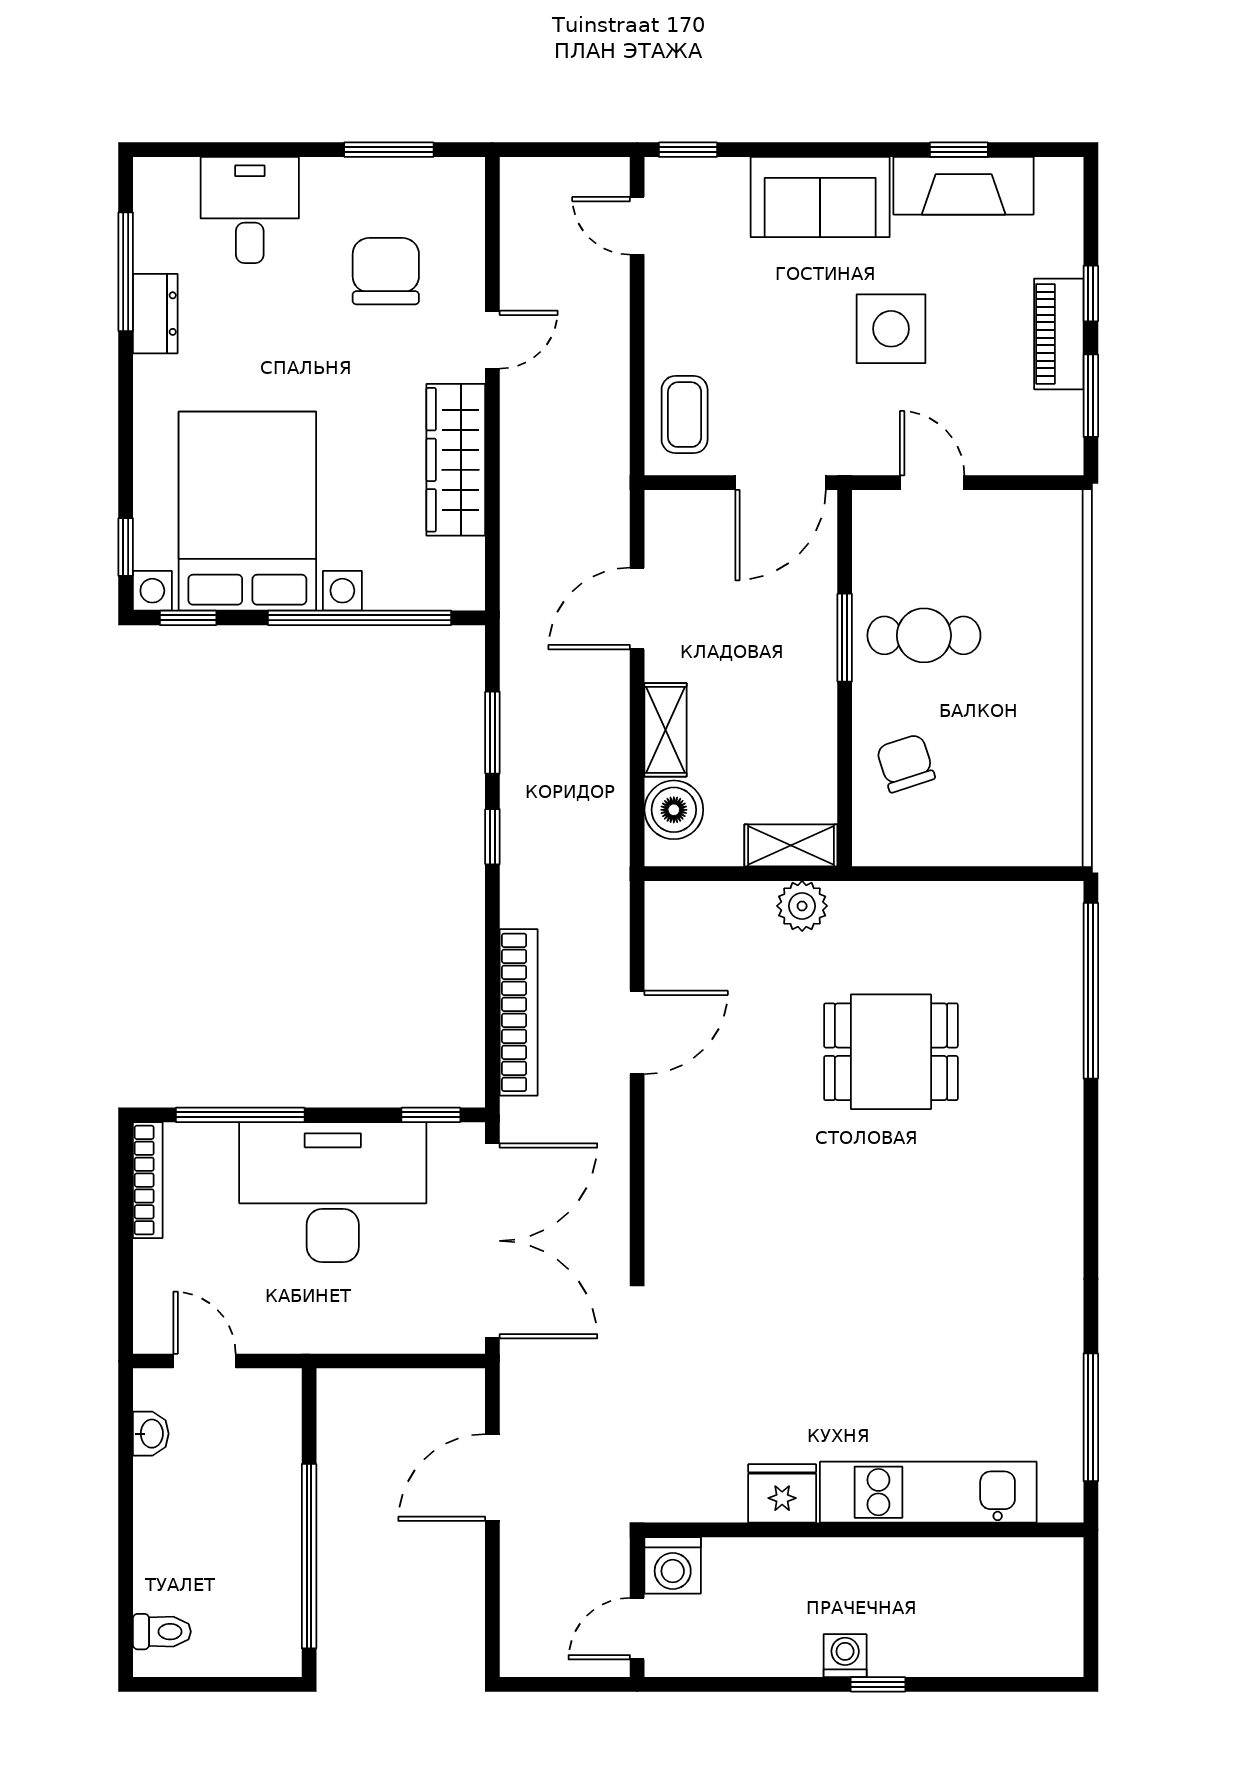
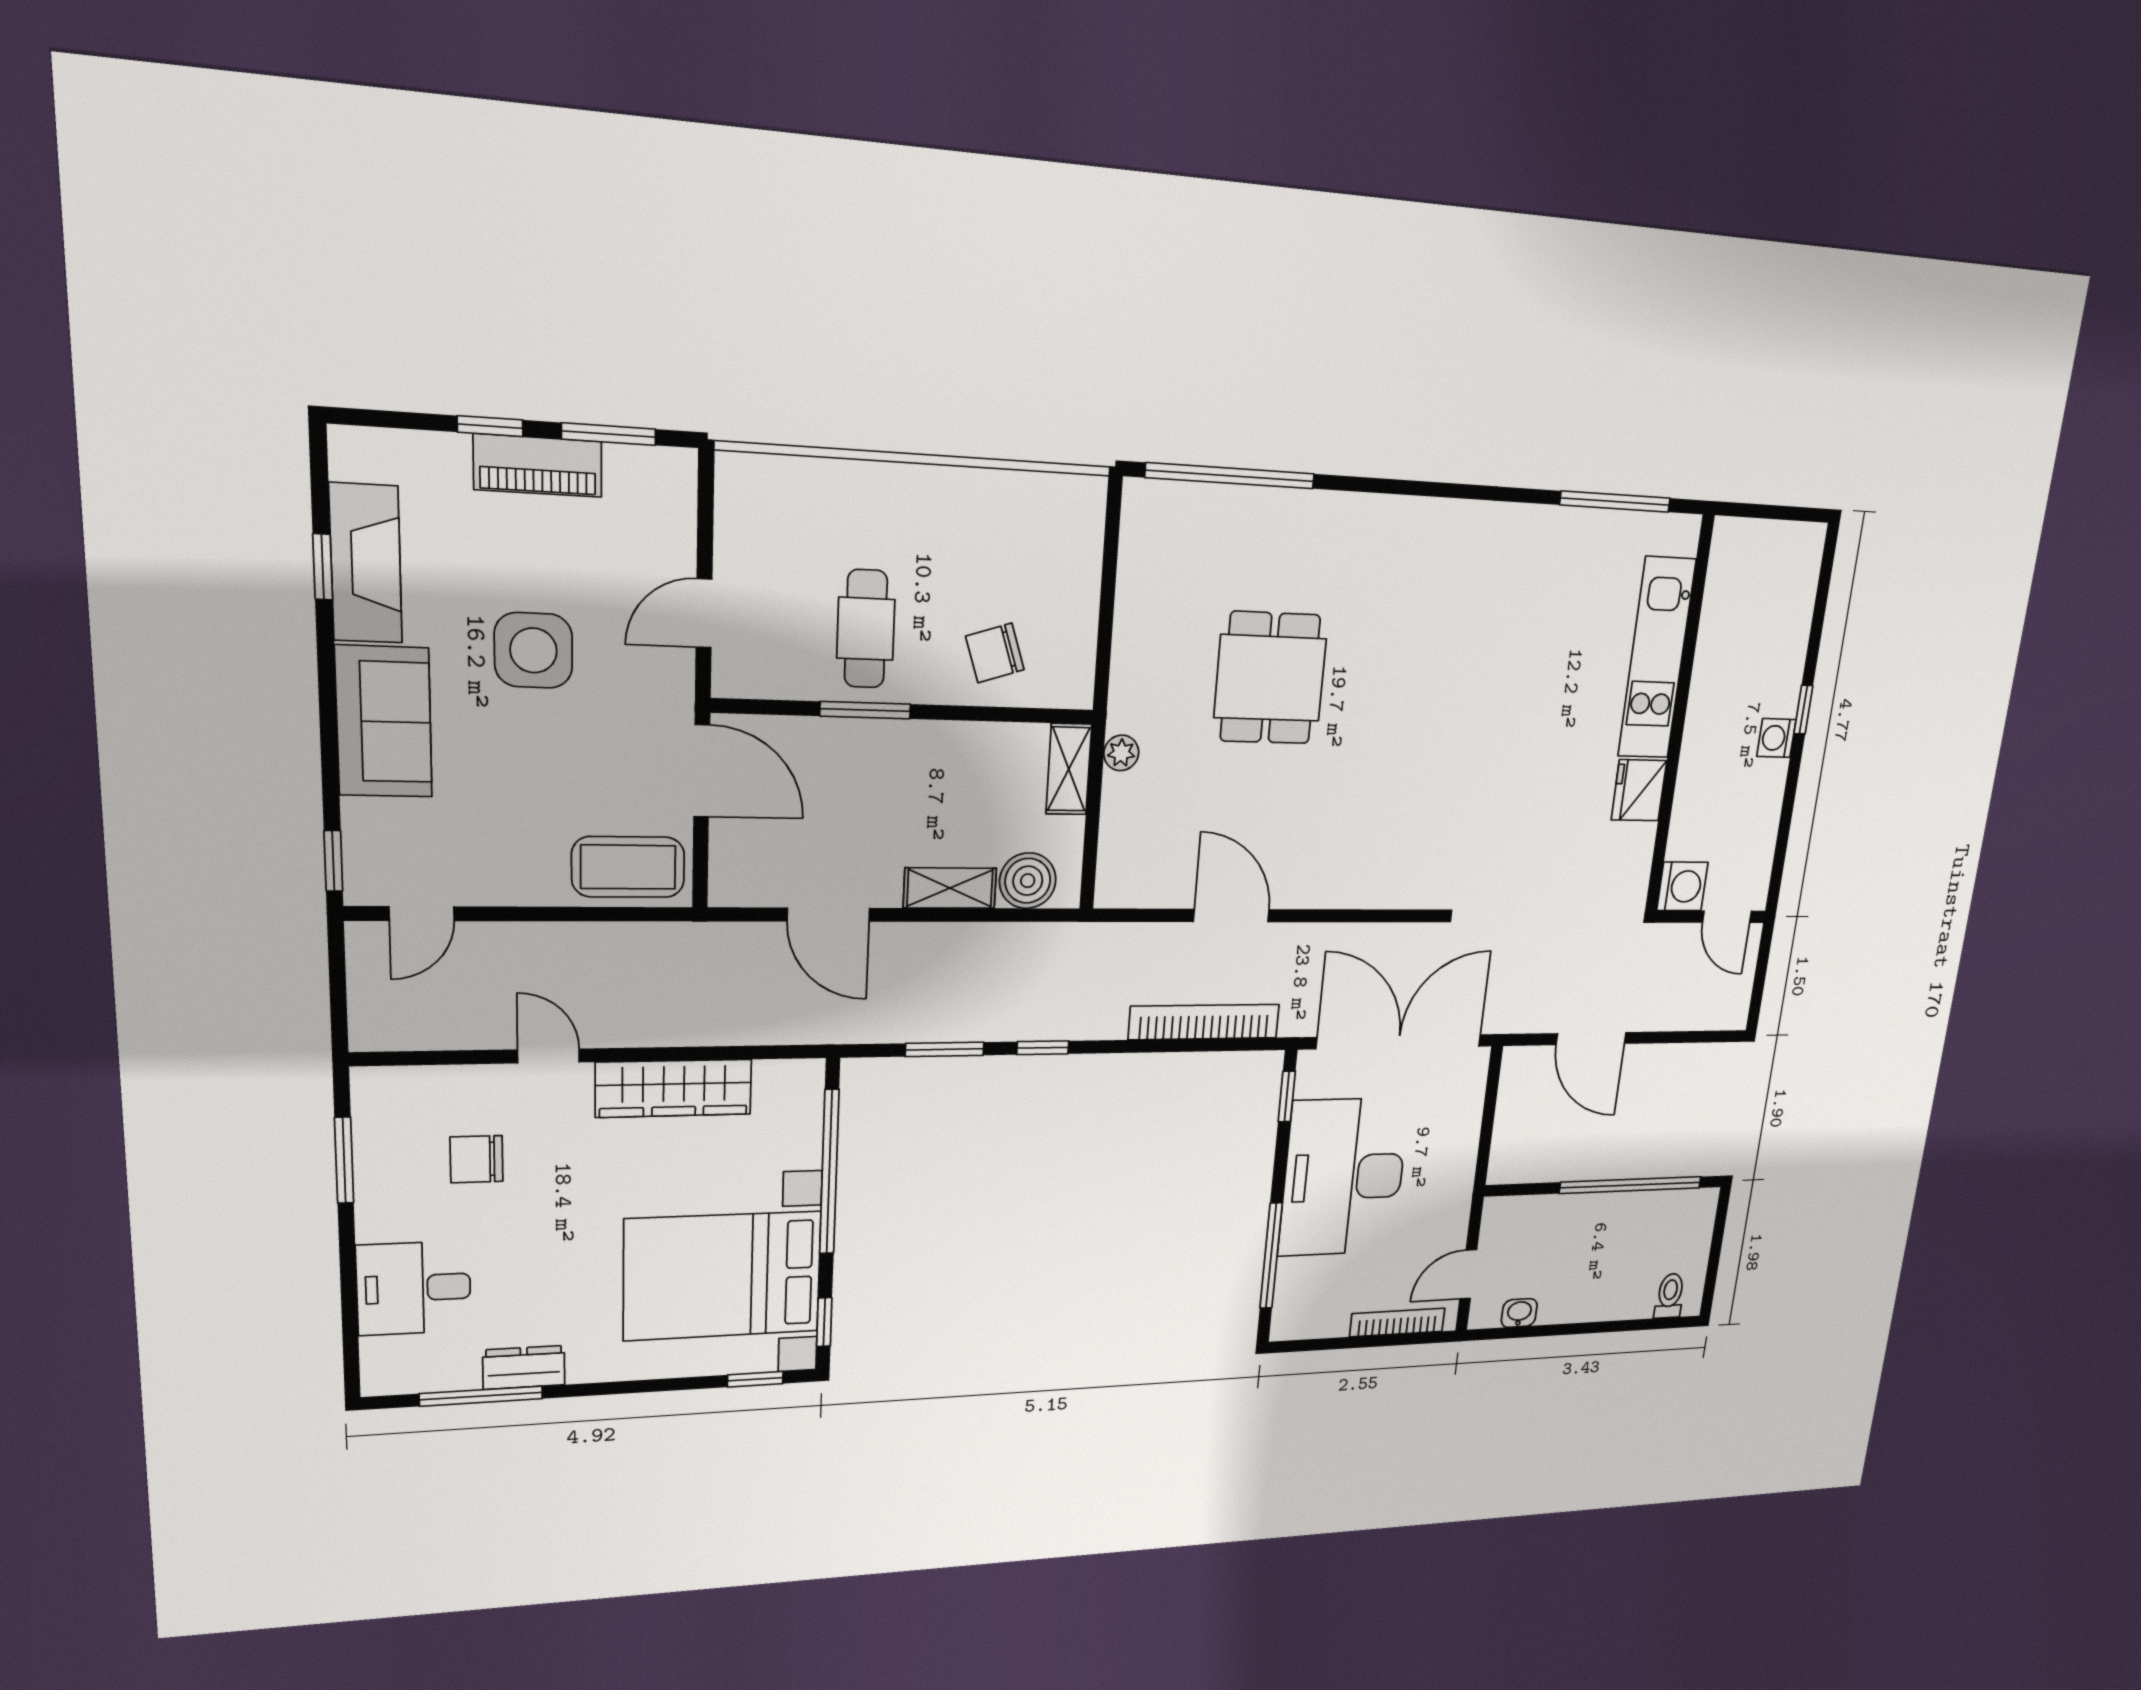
chair: (386, 271) -> (477, 1159), width x0.73, depth x0.73
coffee table: (685, 415) -> (628, 867), width x1.36, depth x1.30
plant: (802, 906) -> (1121, 753), width x0.73, depth x0.73
bookcase: (148, 1180) -> (1397, 1323), moved

